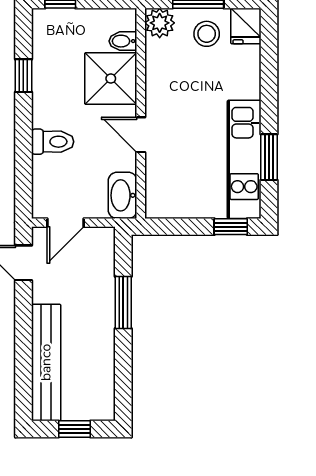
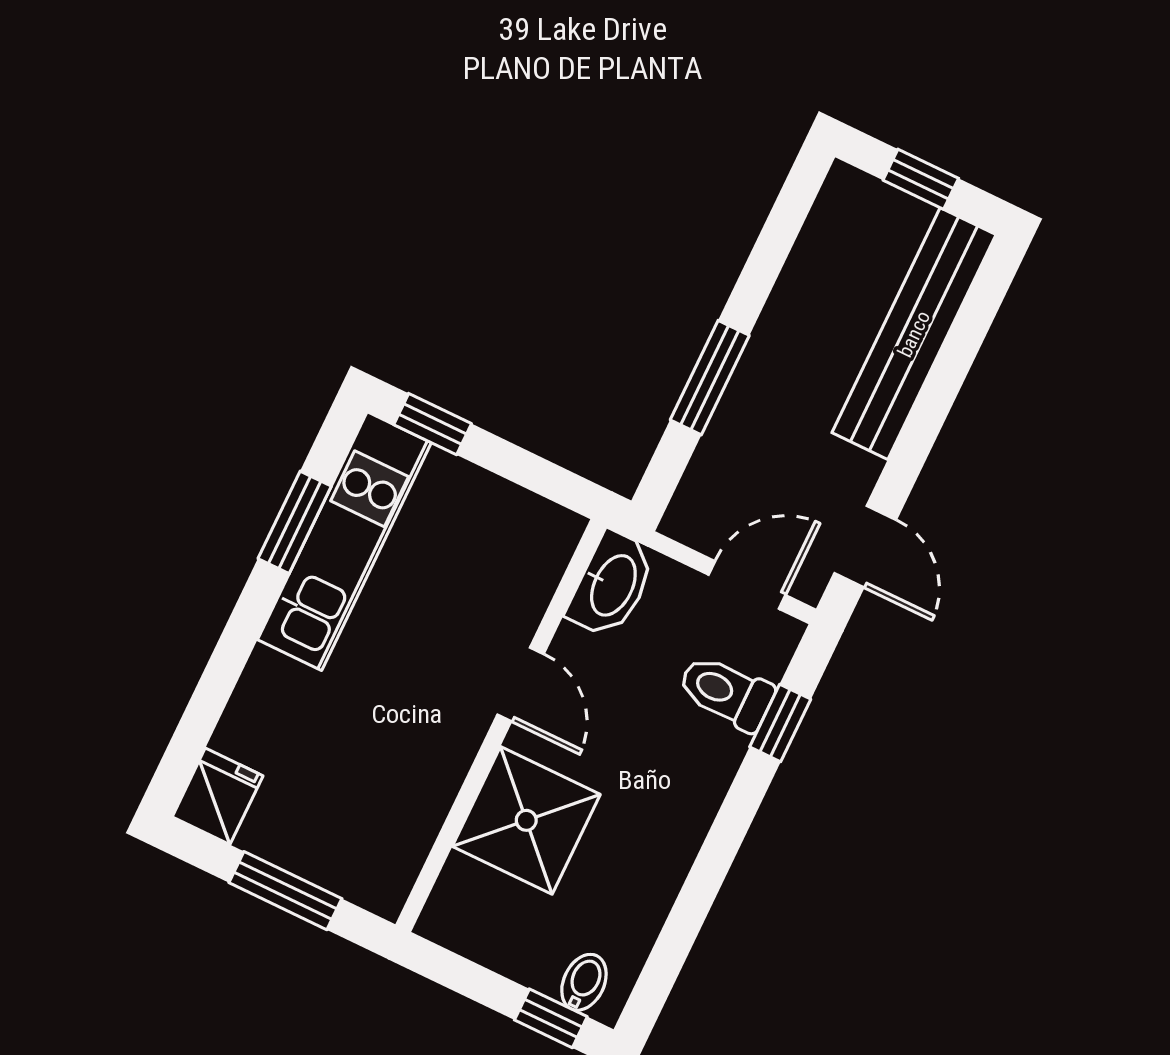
plant: (160, 23) -> (381, 882), removed
stool: (207, 34) -> (300, 818), removed
bidet: (123, 41) -> (584, 982), moved, turned -90
window: (23, 76) -> (780, 723), moved
toilet: (53, 142) -> (726, 692), moved

